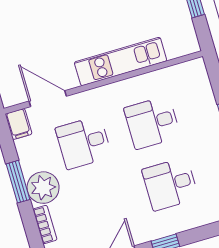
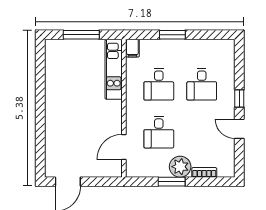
kitchen unit: (121, 62) -> (114, 69), moved
filing cabinet: (19, 124) -> (132, 48), moved, turned 90

